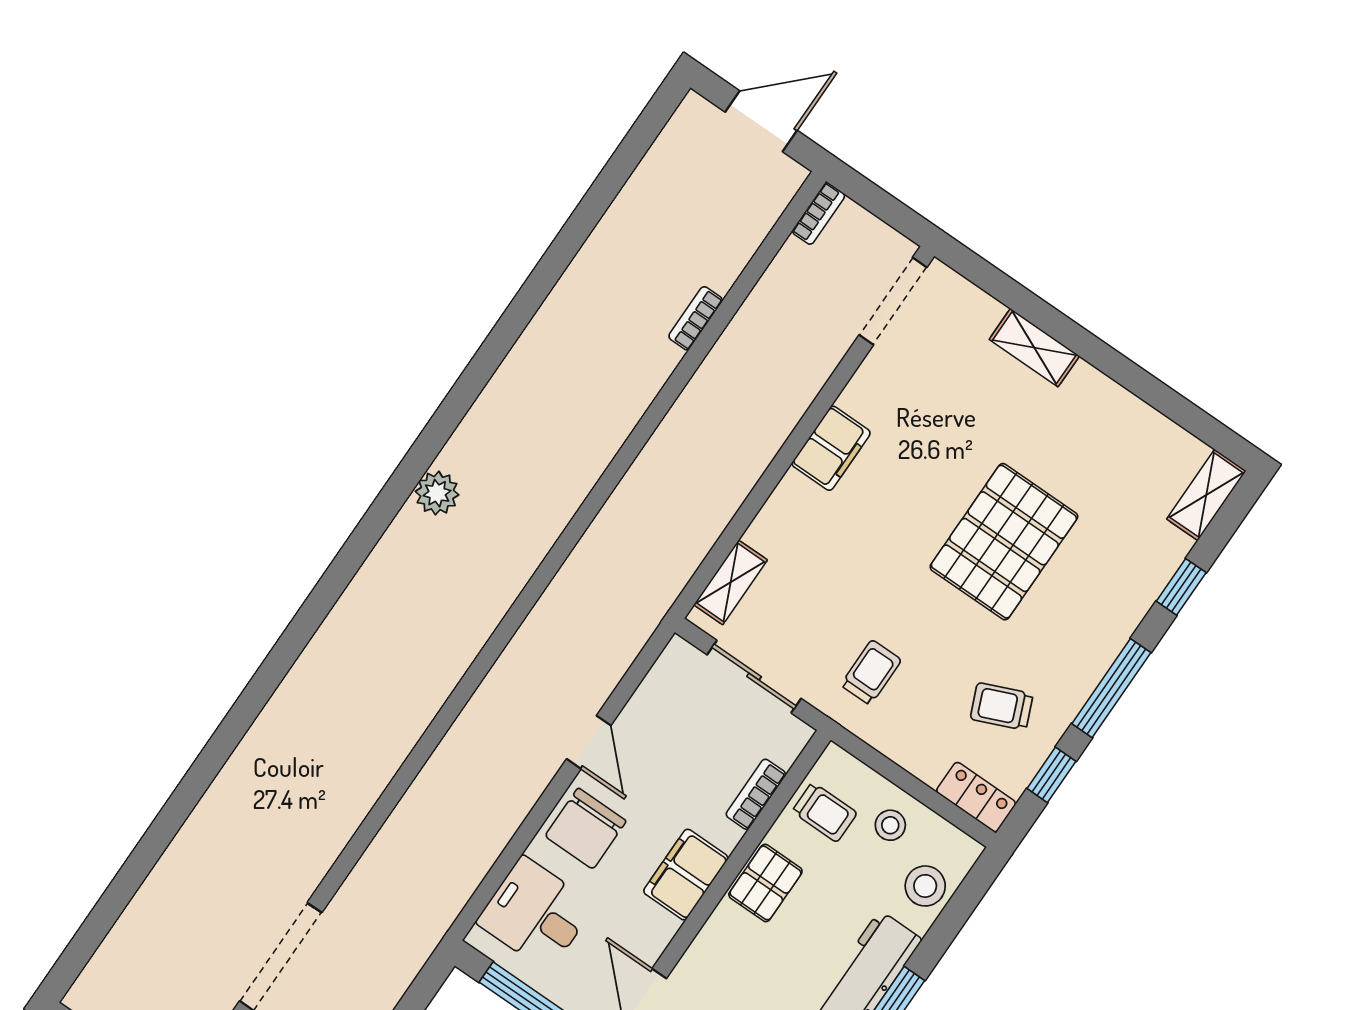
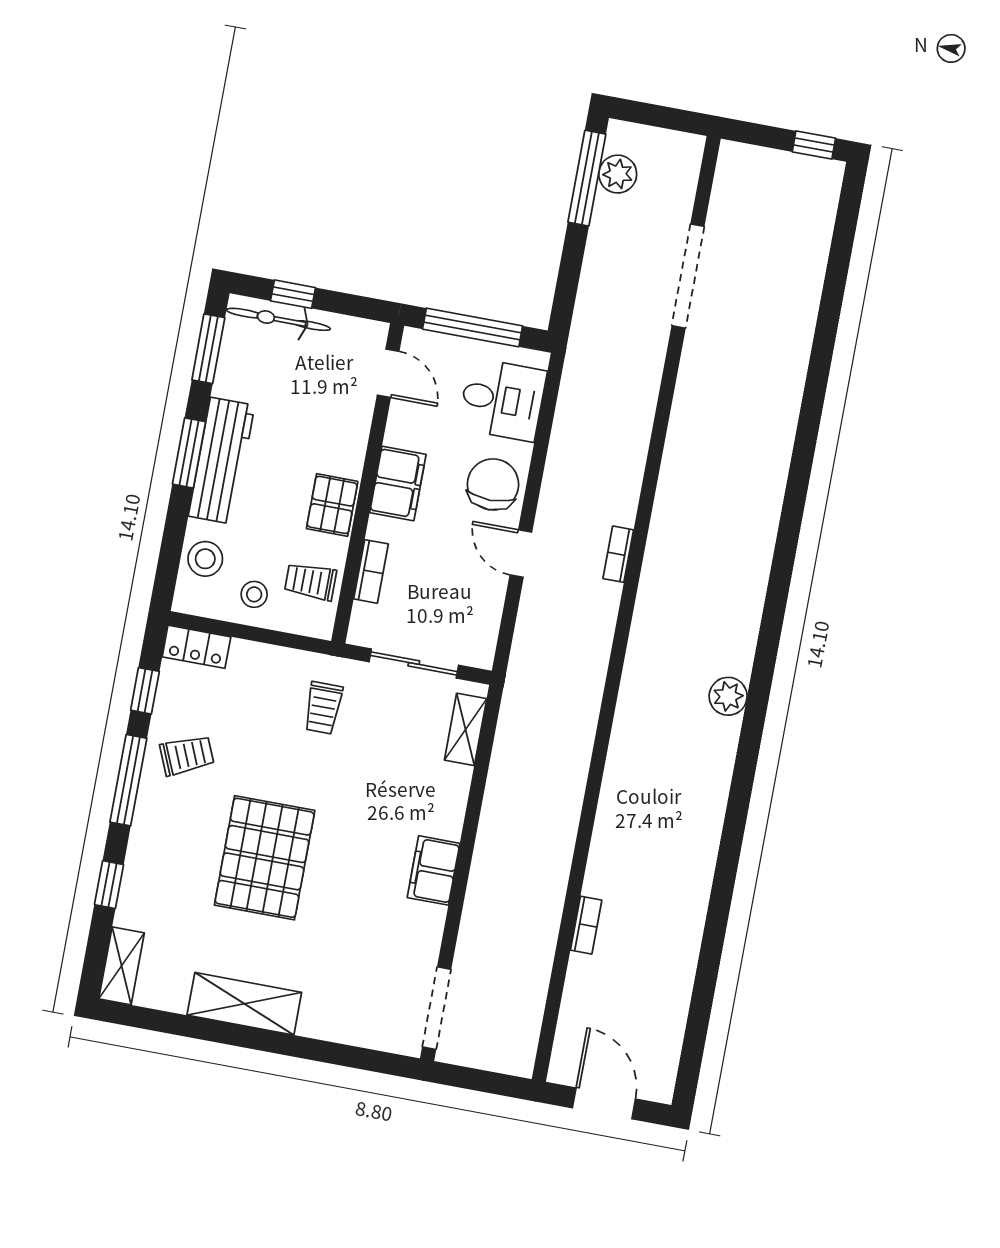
door: (761, 121) -> (604, 1103), swing flipped
bookcase: (818, 213) -> (618, 554), moved
shelving: (1034, 348) -> (244, 1004), moved, width x1.50, depth x1.33
trolley: (1002, 706) -> (187, 755), moved

